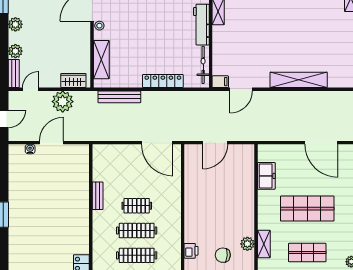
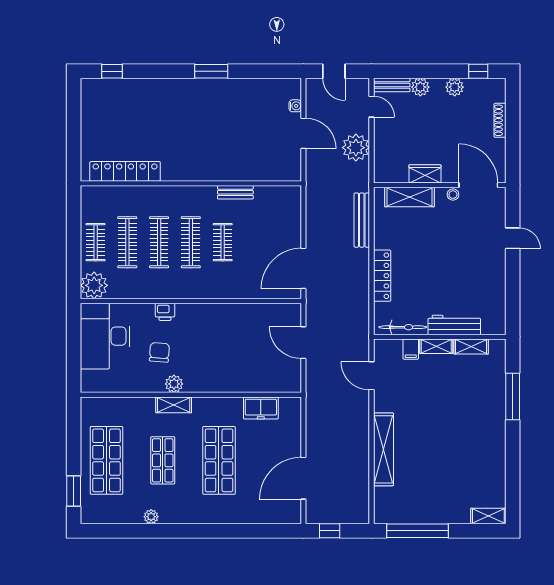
shelving: (218, 39) -> (436, 346), added
wardrobe: (73, 80) -> (425, 174), moved, turned -90
filing cabinet: (220, 82) -> (411, 349), moved

